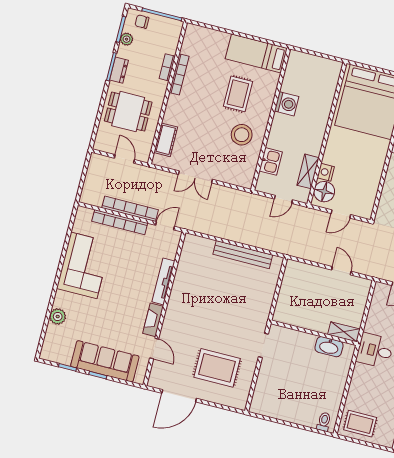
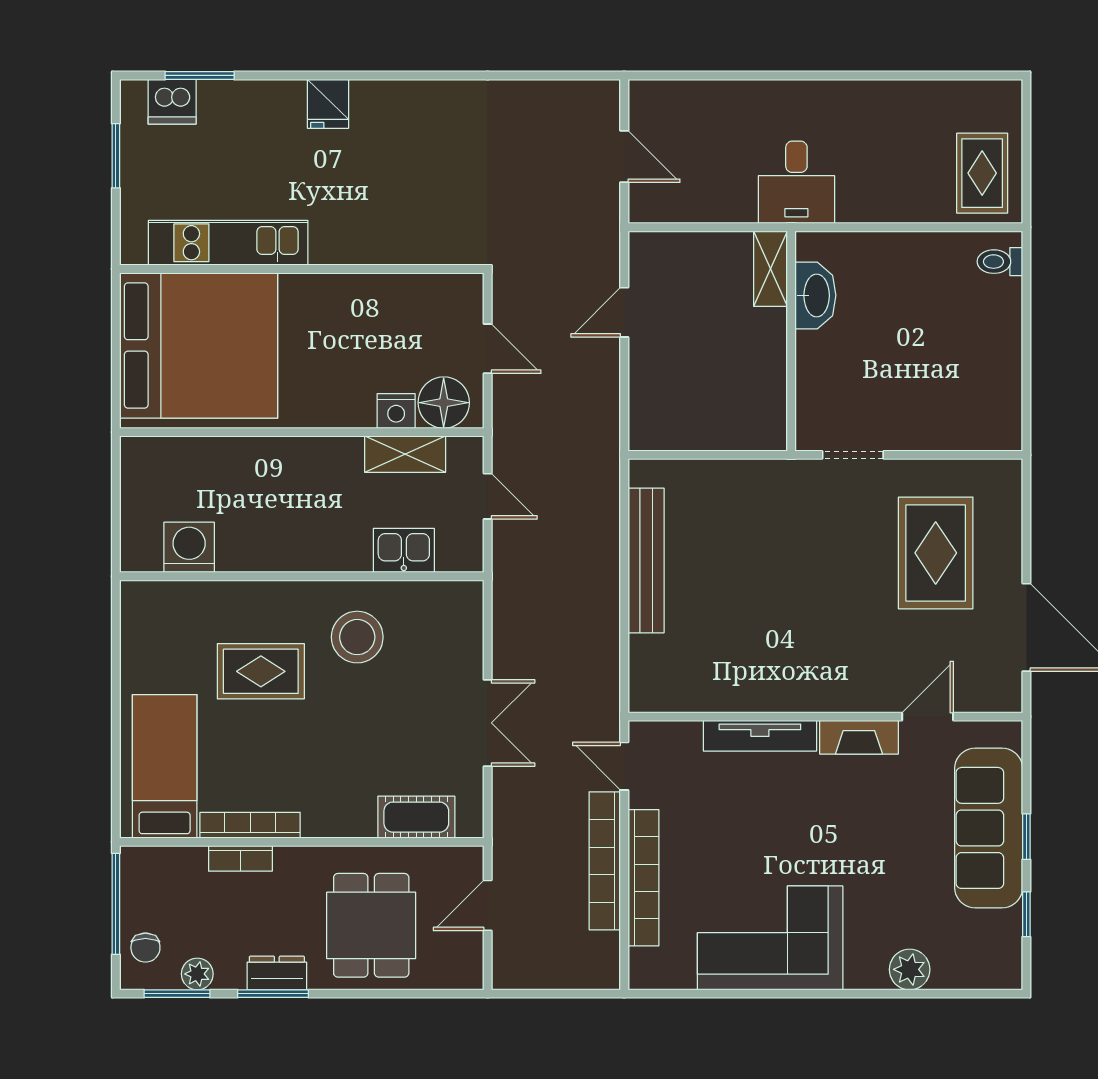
bed: (256, 53) -> (165, 766), moved, turned 180
washing machine: (287, 104) -> (189, 547), moved

